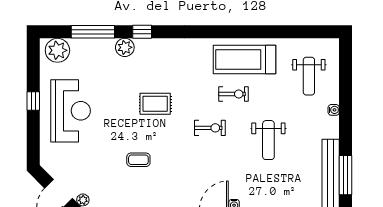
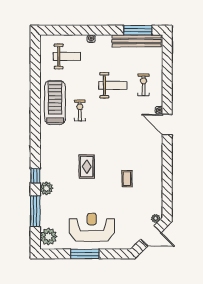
treadmill: (244, 59) -> (55, 103), turned 180
window: (33, 101) -> (85, 254), width x2.17
exercise bike: (210, 128) -> (143, 85), moved

